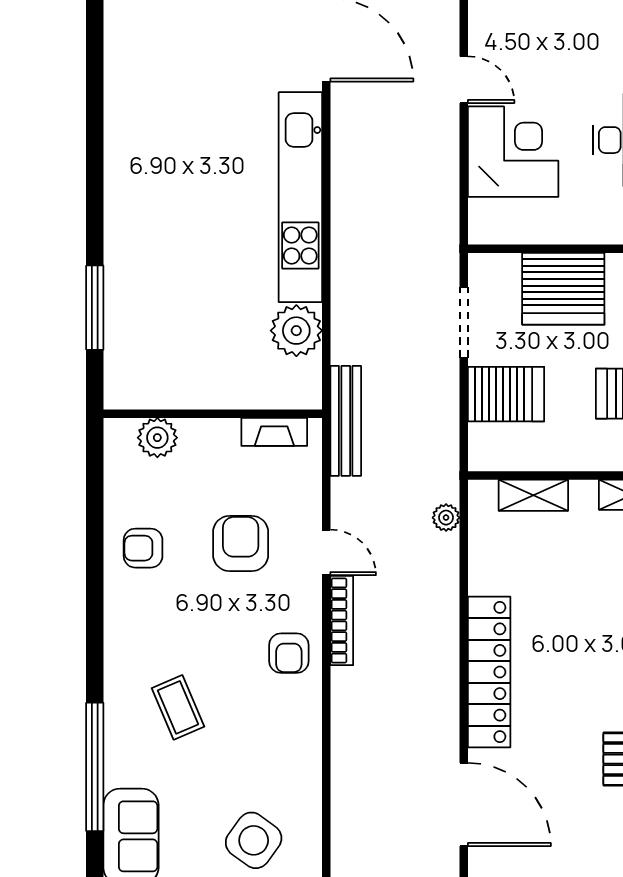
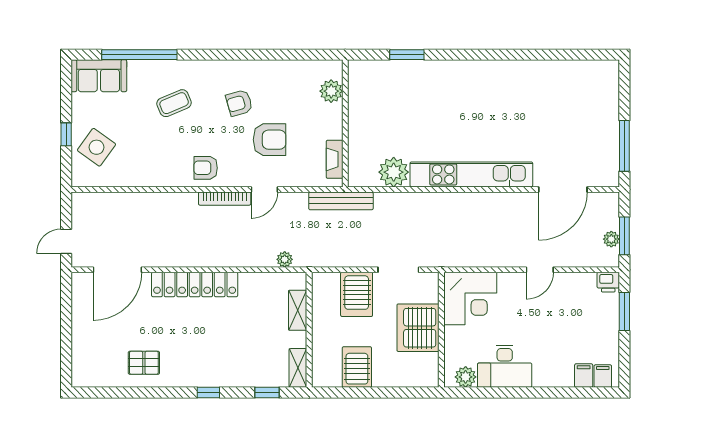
corner desk: (513, 152) -> (470, 298), moved
window: (95, 308) -> (407, 55), width x0.69
armchair: (143, 548) -> (239, 103), moved, turned -106

